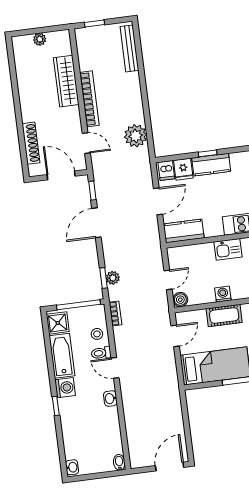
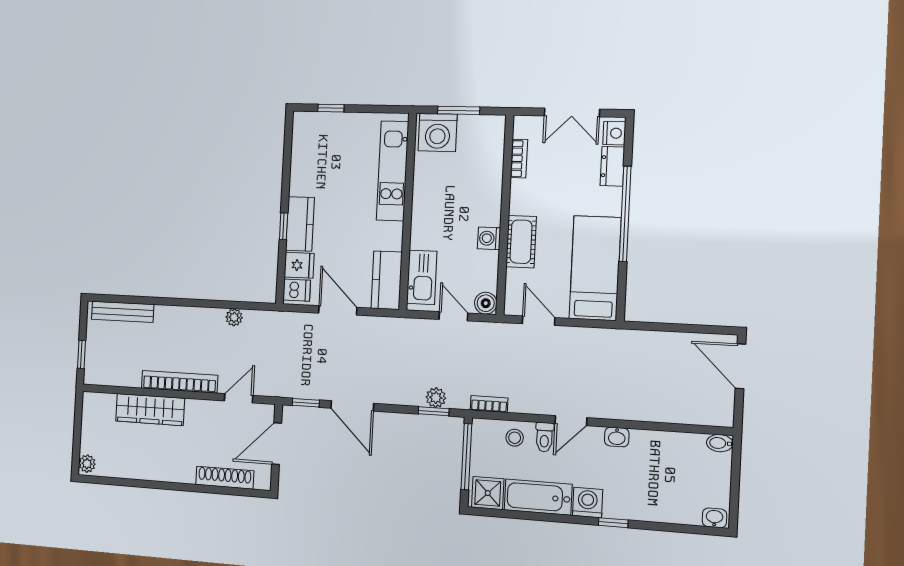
plant: (40, 39) -> (87, 464), moved
plant: (136, 136) -> (234, 317), width x0.53, depth x0.53
kitchen sink: (228, 249) -> (422, 277), moved, width x1.38

